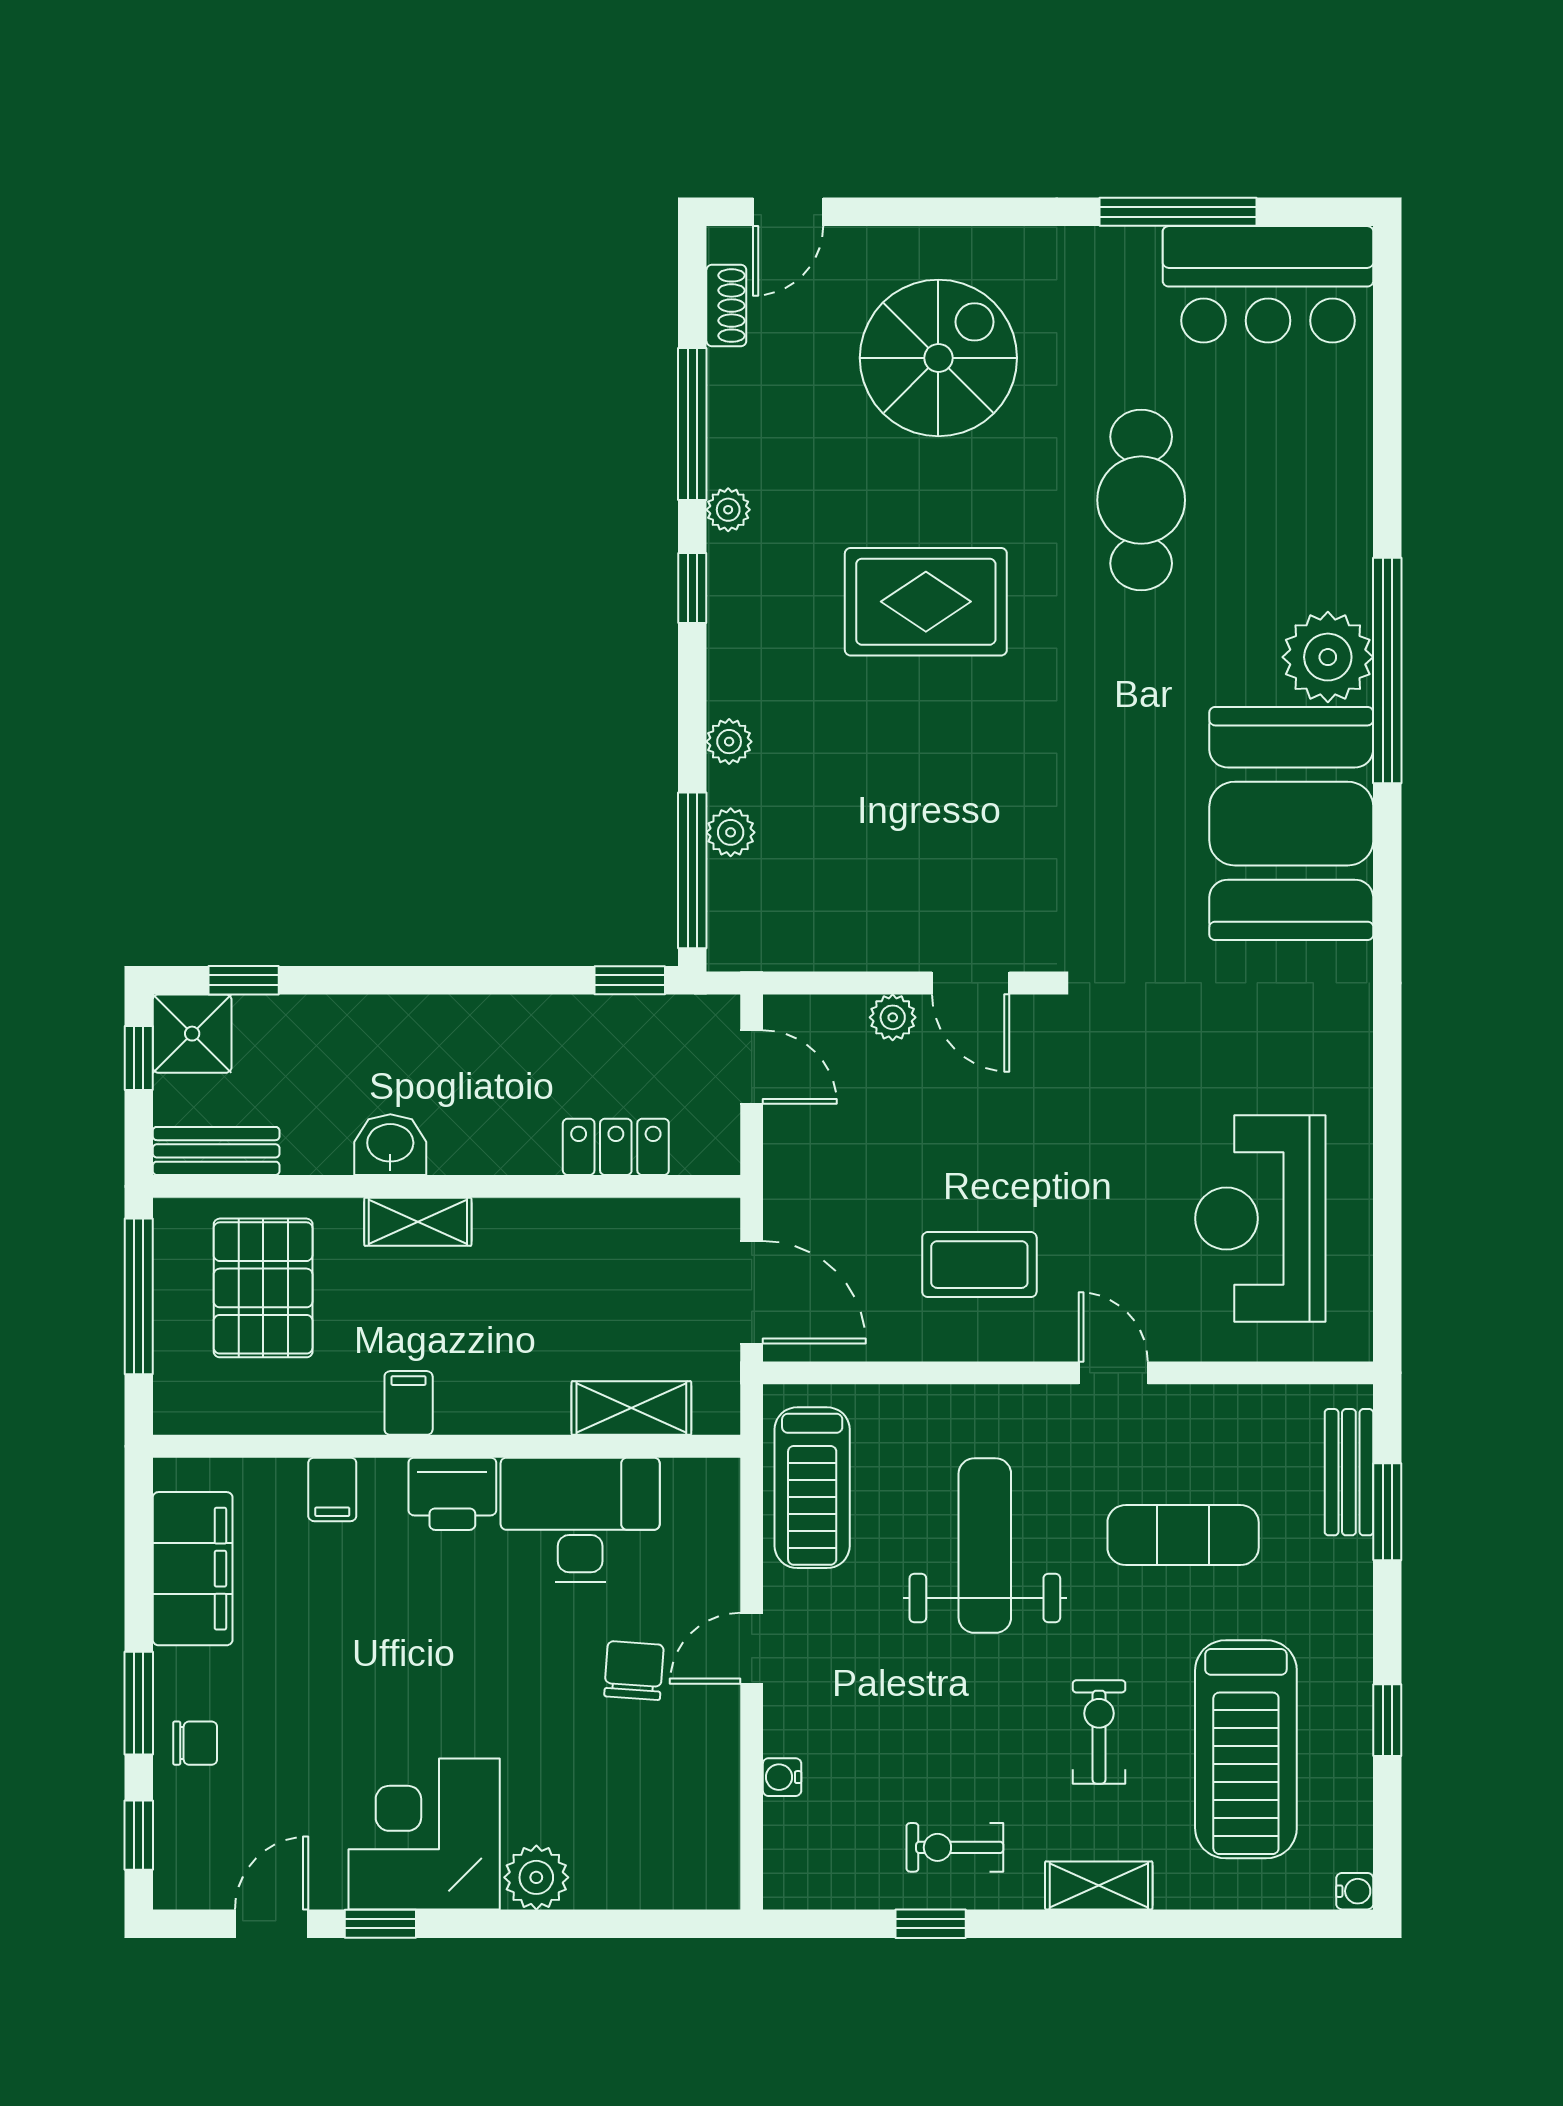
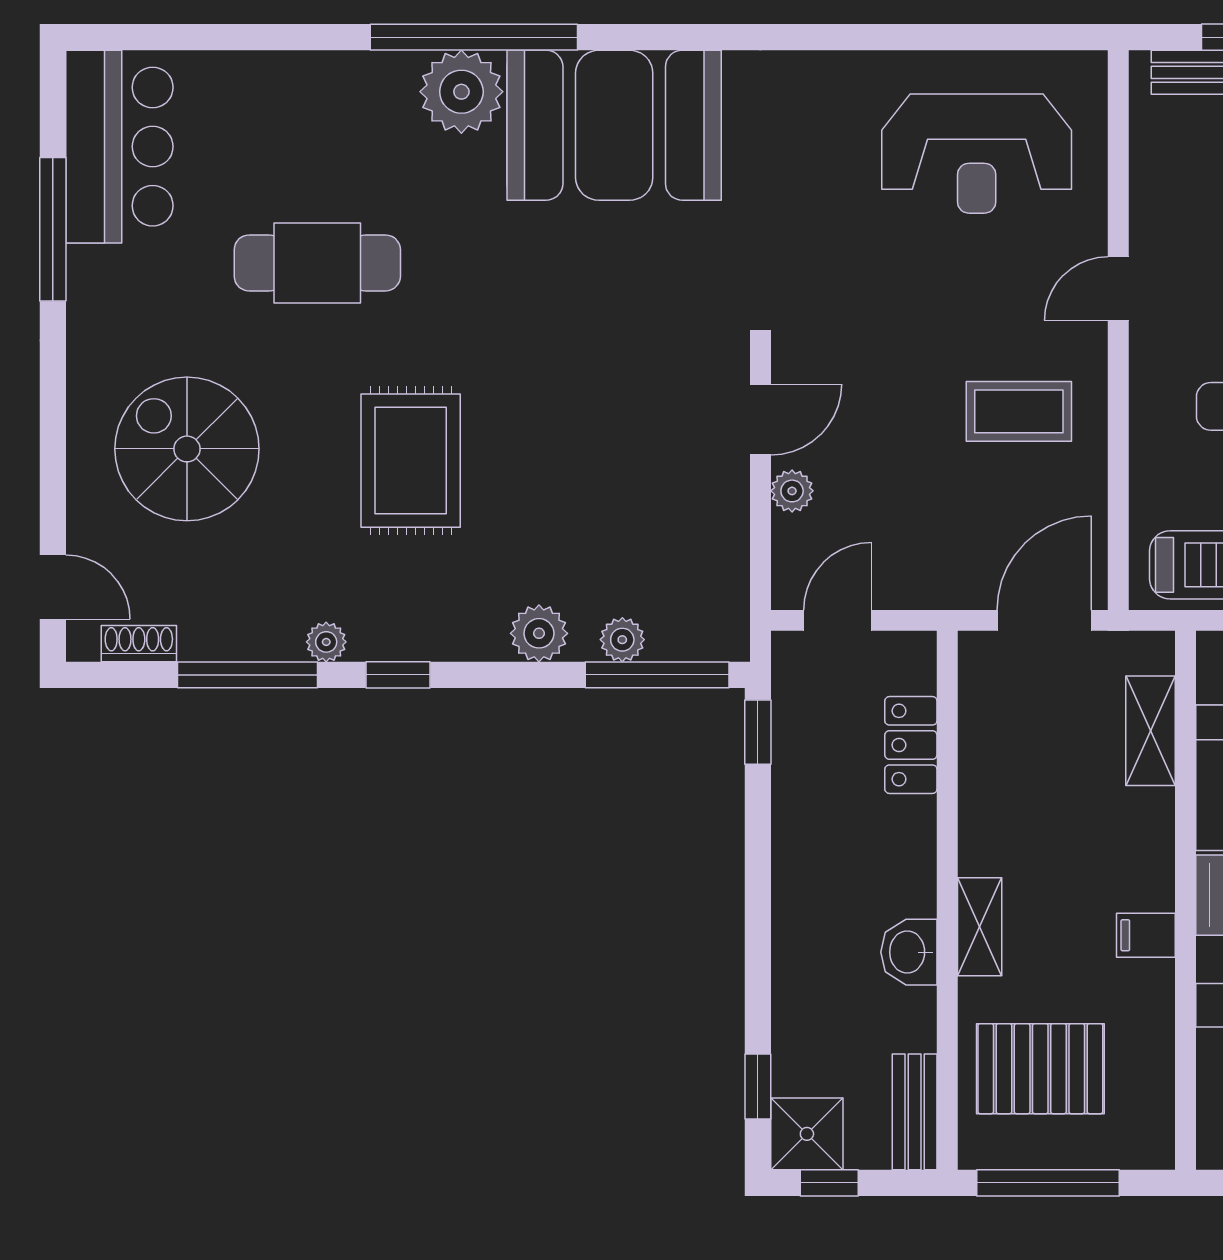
plant: (729, 742) -> (539, 633), width x1.38, depth x1.38
coffee table: (979, 1265) -> (1019, 411), turned 90

